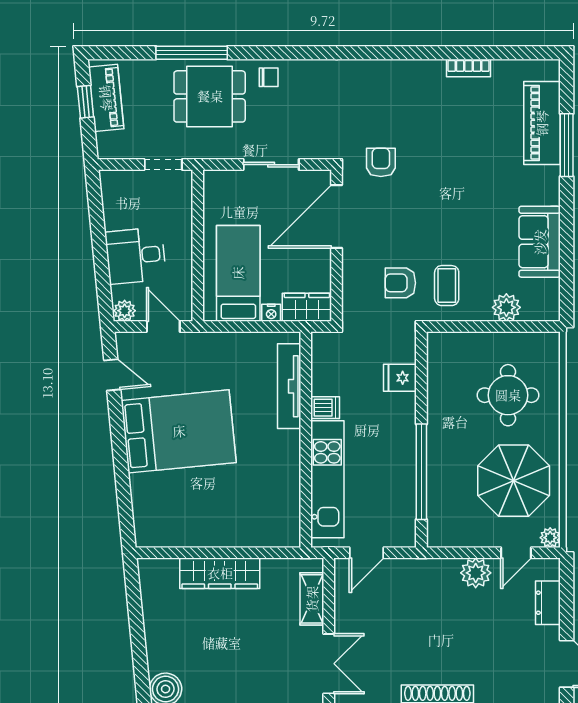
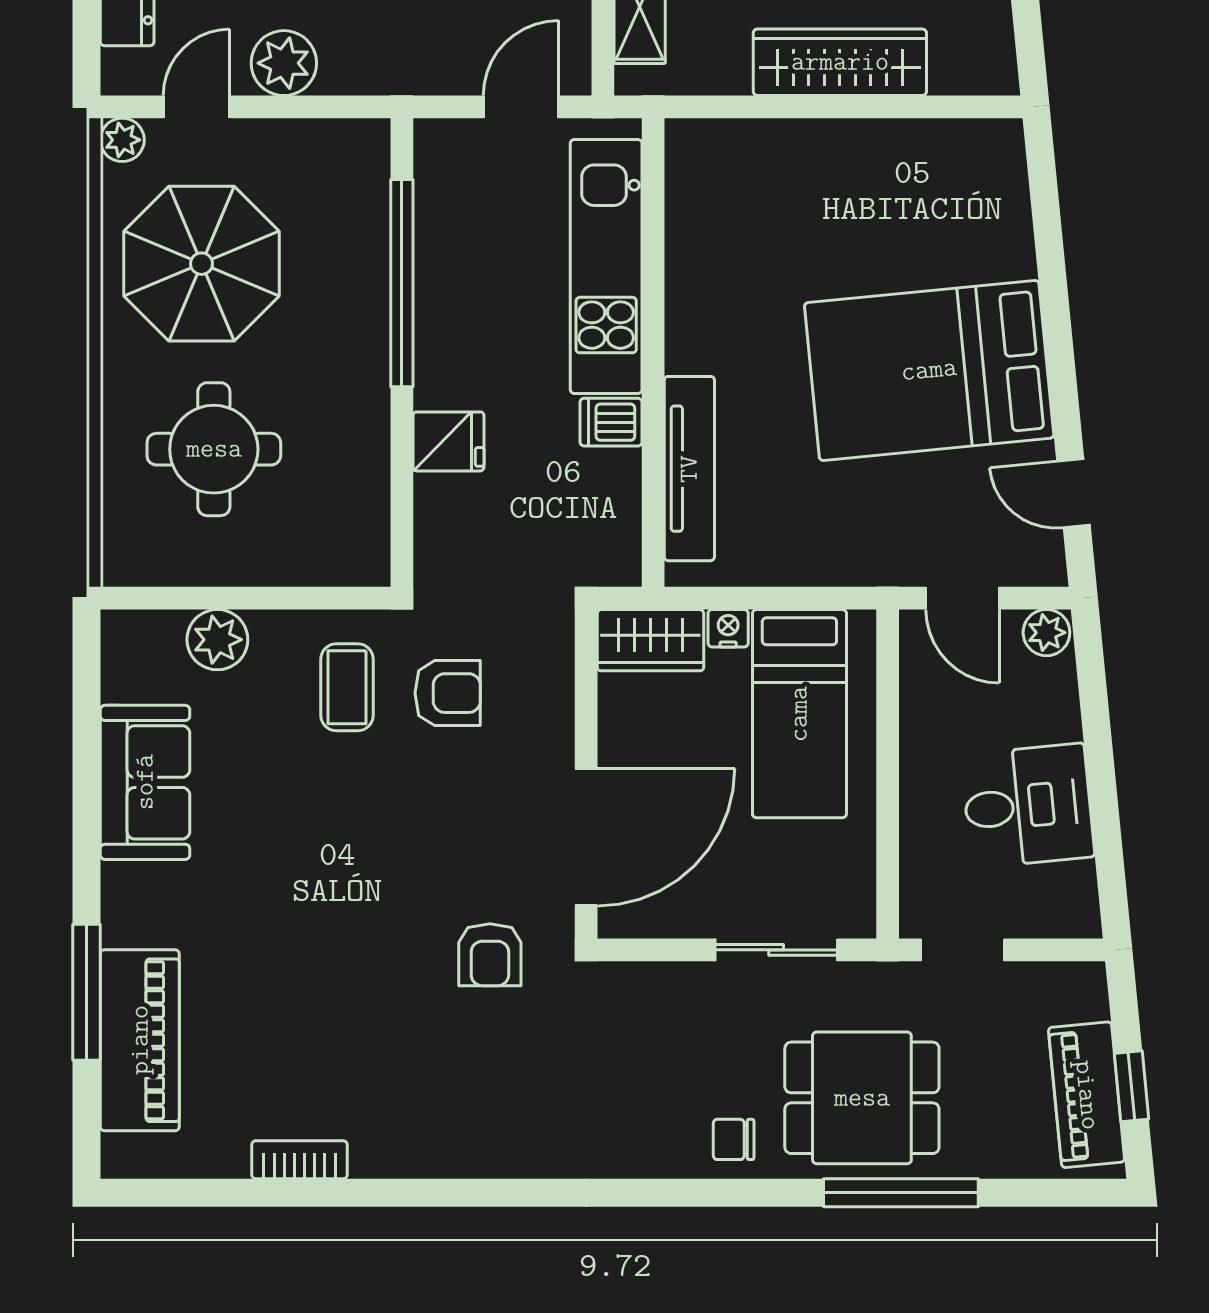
sliding door: (271, 165) -> (776, 950), moved
desk: (136, 256) -> (1028, 806), moved
fridge: (400, 378) -> (448, 441), moved

